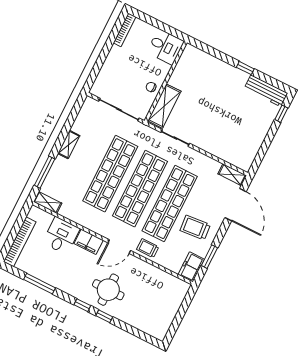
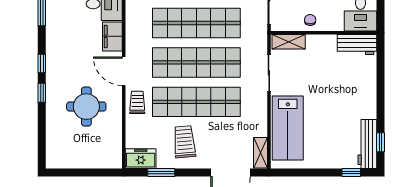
workbench: (187, 61) -> (357, 45), added
window: (245, 68) -> (381, 142), moved
shelving: (164, 106) -> (289, 42), width x0.67, depth x0.75
lab bench: (224, 145) -> (288, 128), added
round table: (108, 290) -> (86, 107), moved

